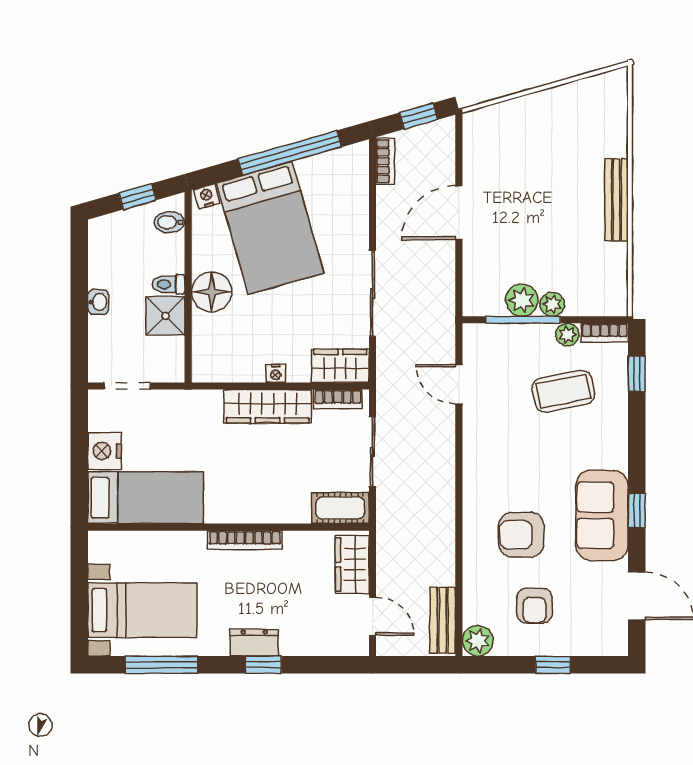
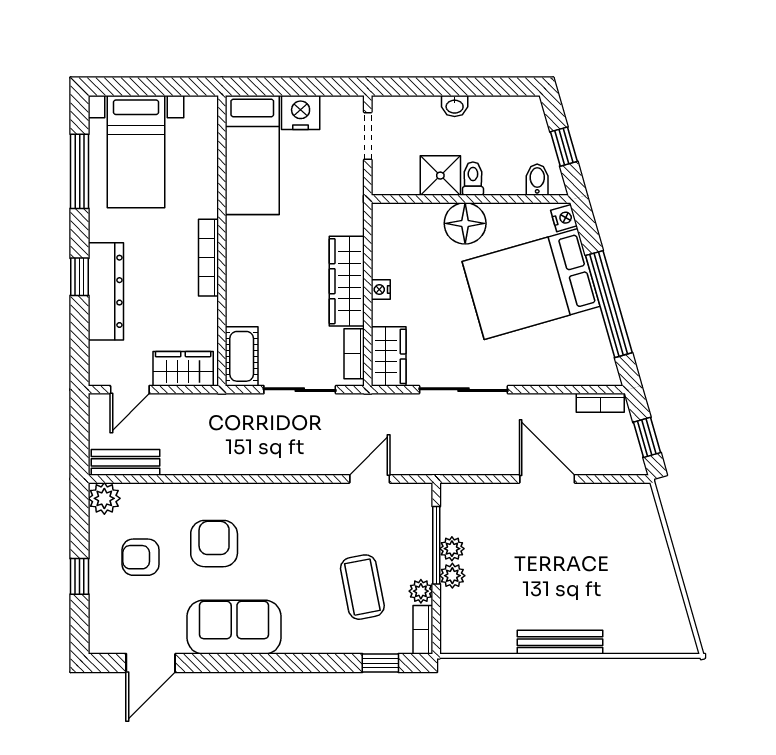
plant: (522, 300) -> (452, 549), width x0.73, depth x0.73
window: (637, 511) -> (239, 663), removed
dresser: (254, 643) -> (106, 291), width x1.96, depth x1.24

